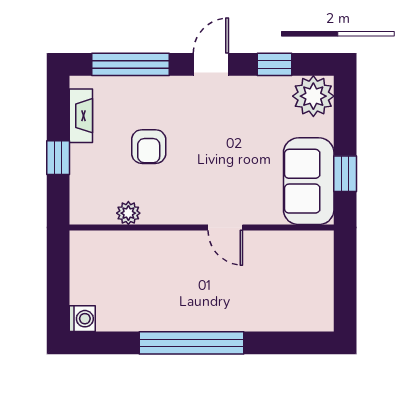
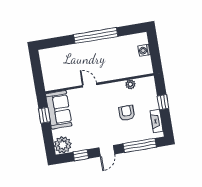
washing machine: (82, 319) -> (144, 50), moved

